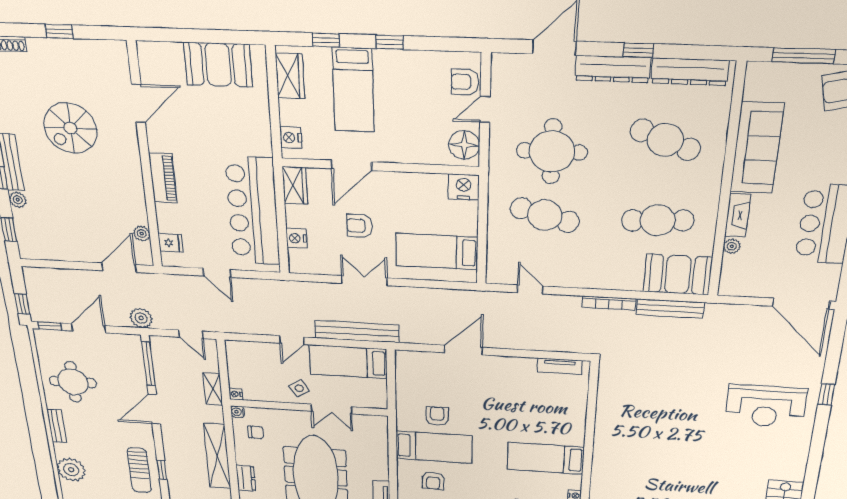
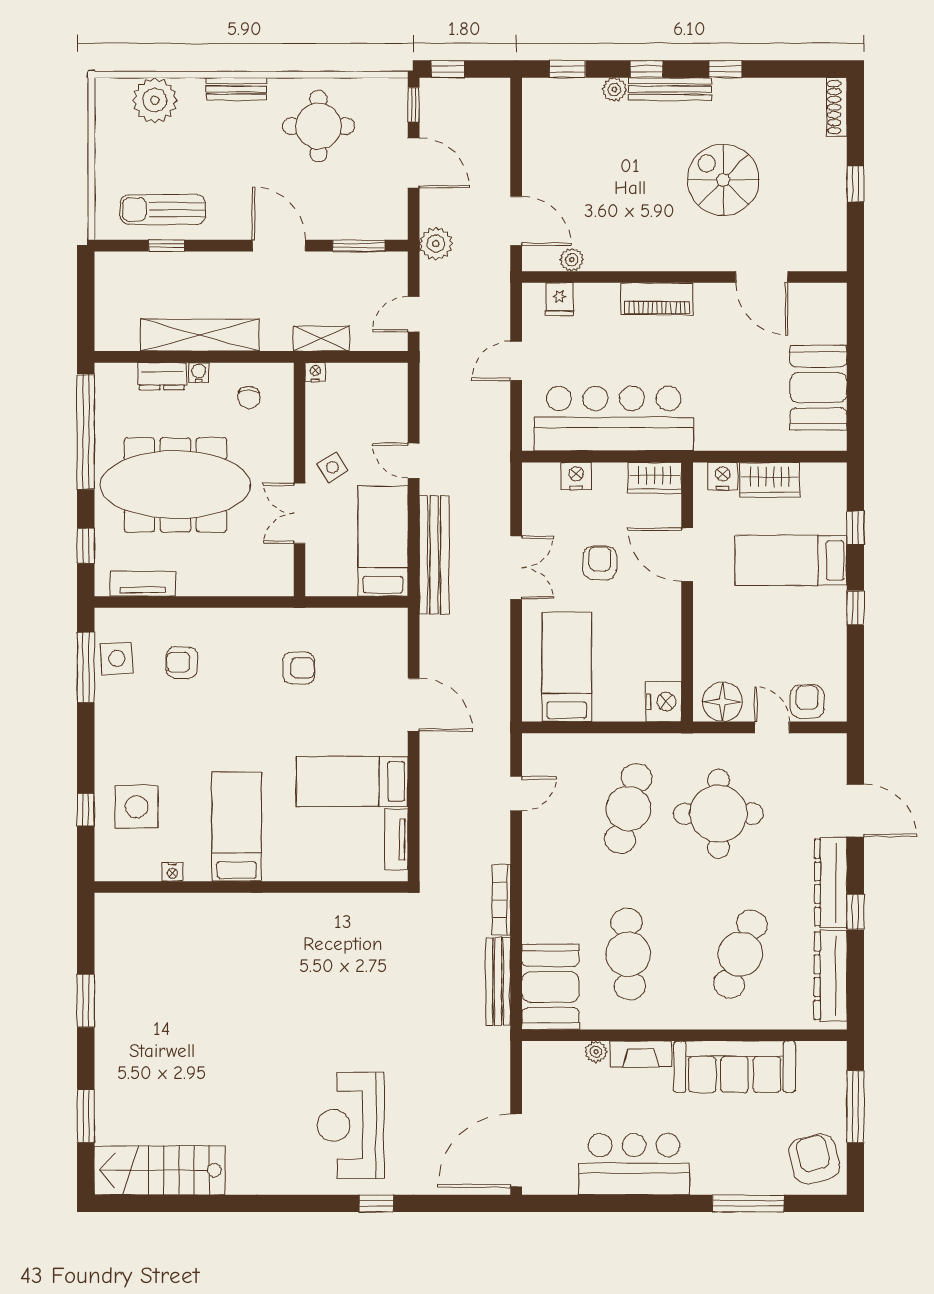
wardrobe: (290, 76) -> (770, 480), moved
window: (148, 364) -> (359, 246), width x0.69
water cooler: (238, 412) -> (199, 373), moved
bed: (434, 447) -> (352, 781), moved, turned 90

